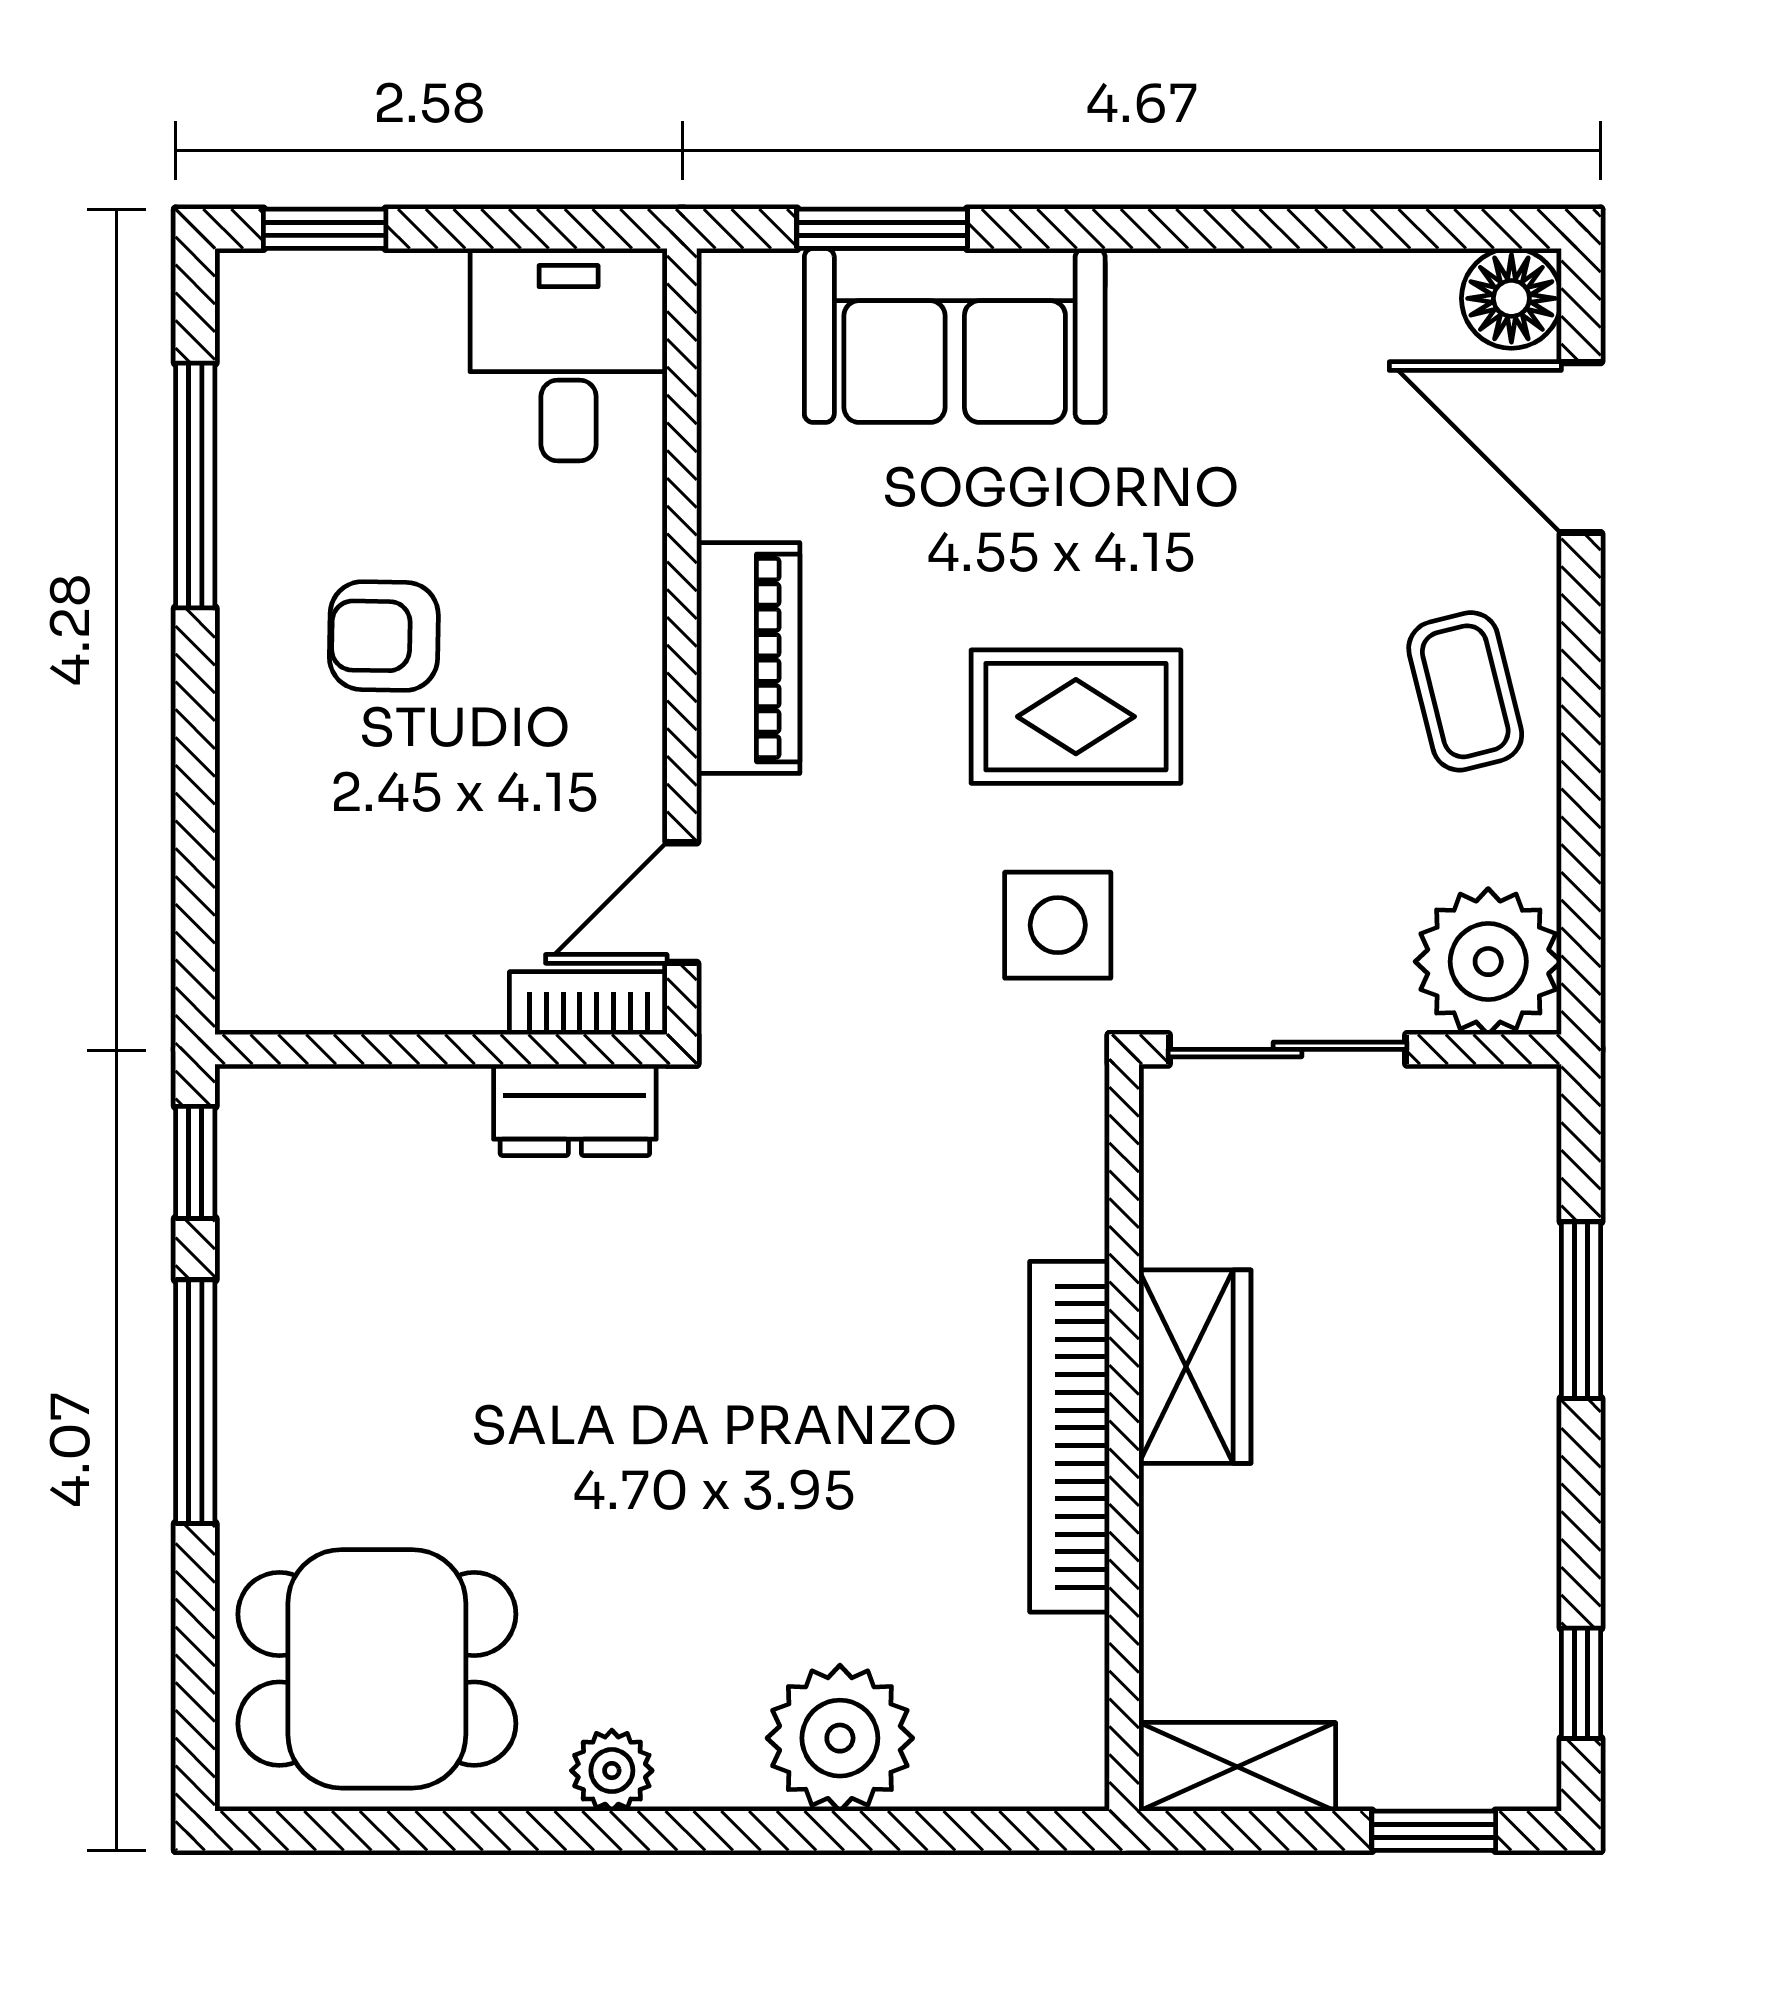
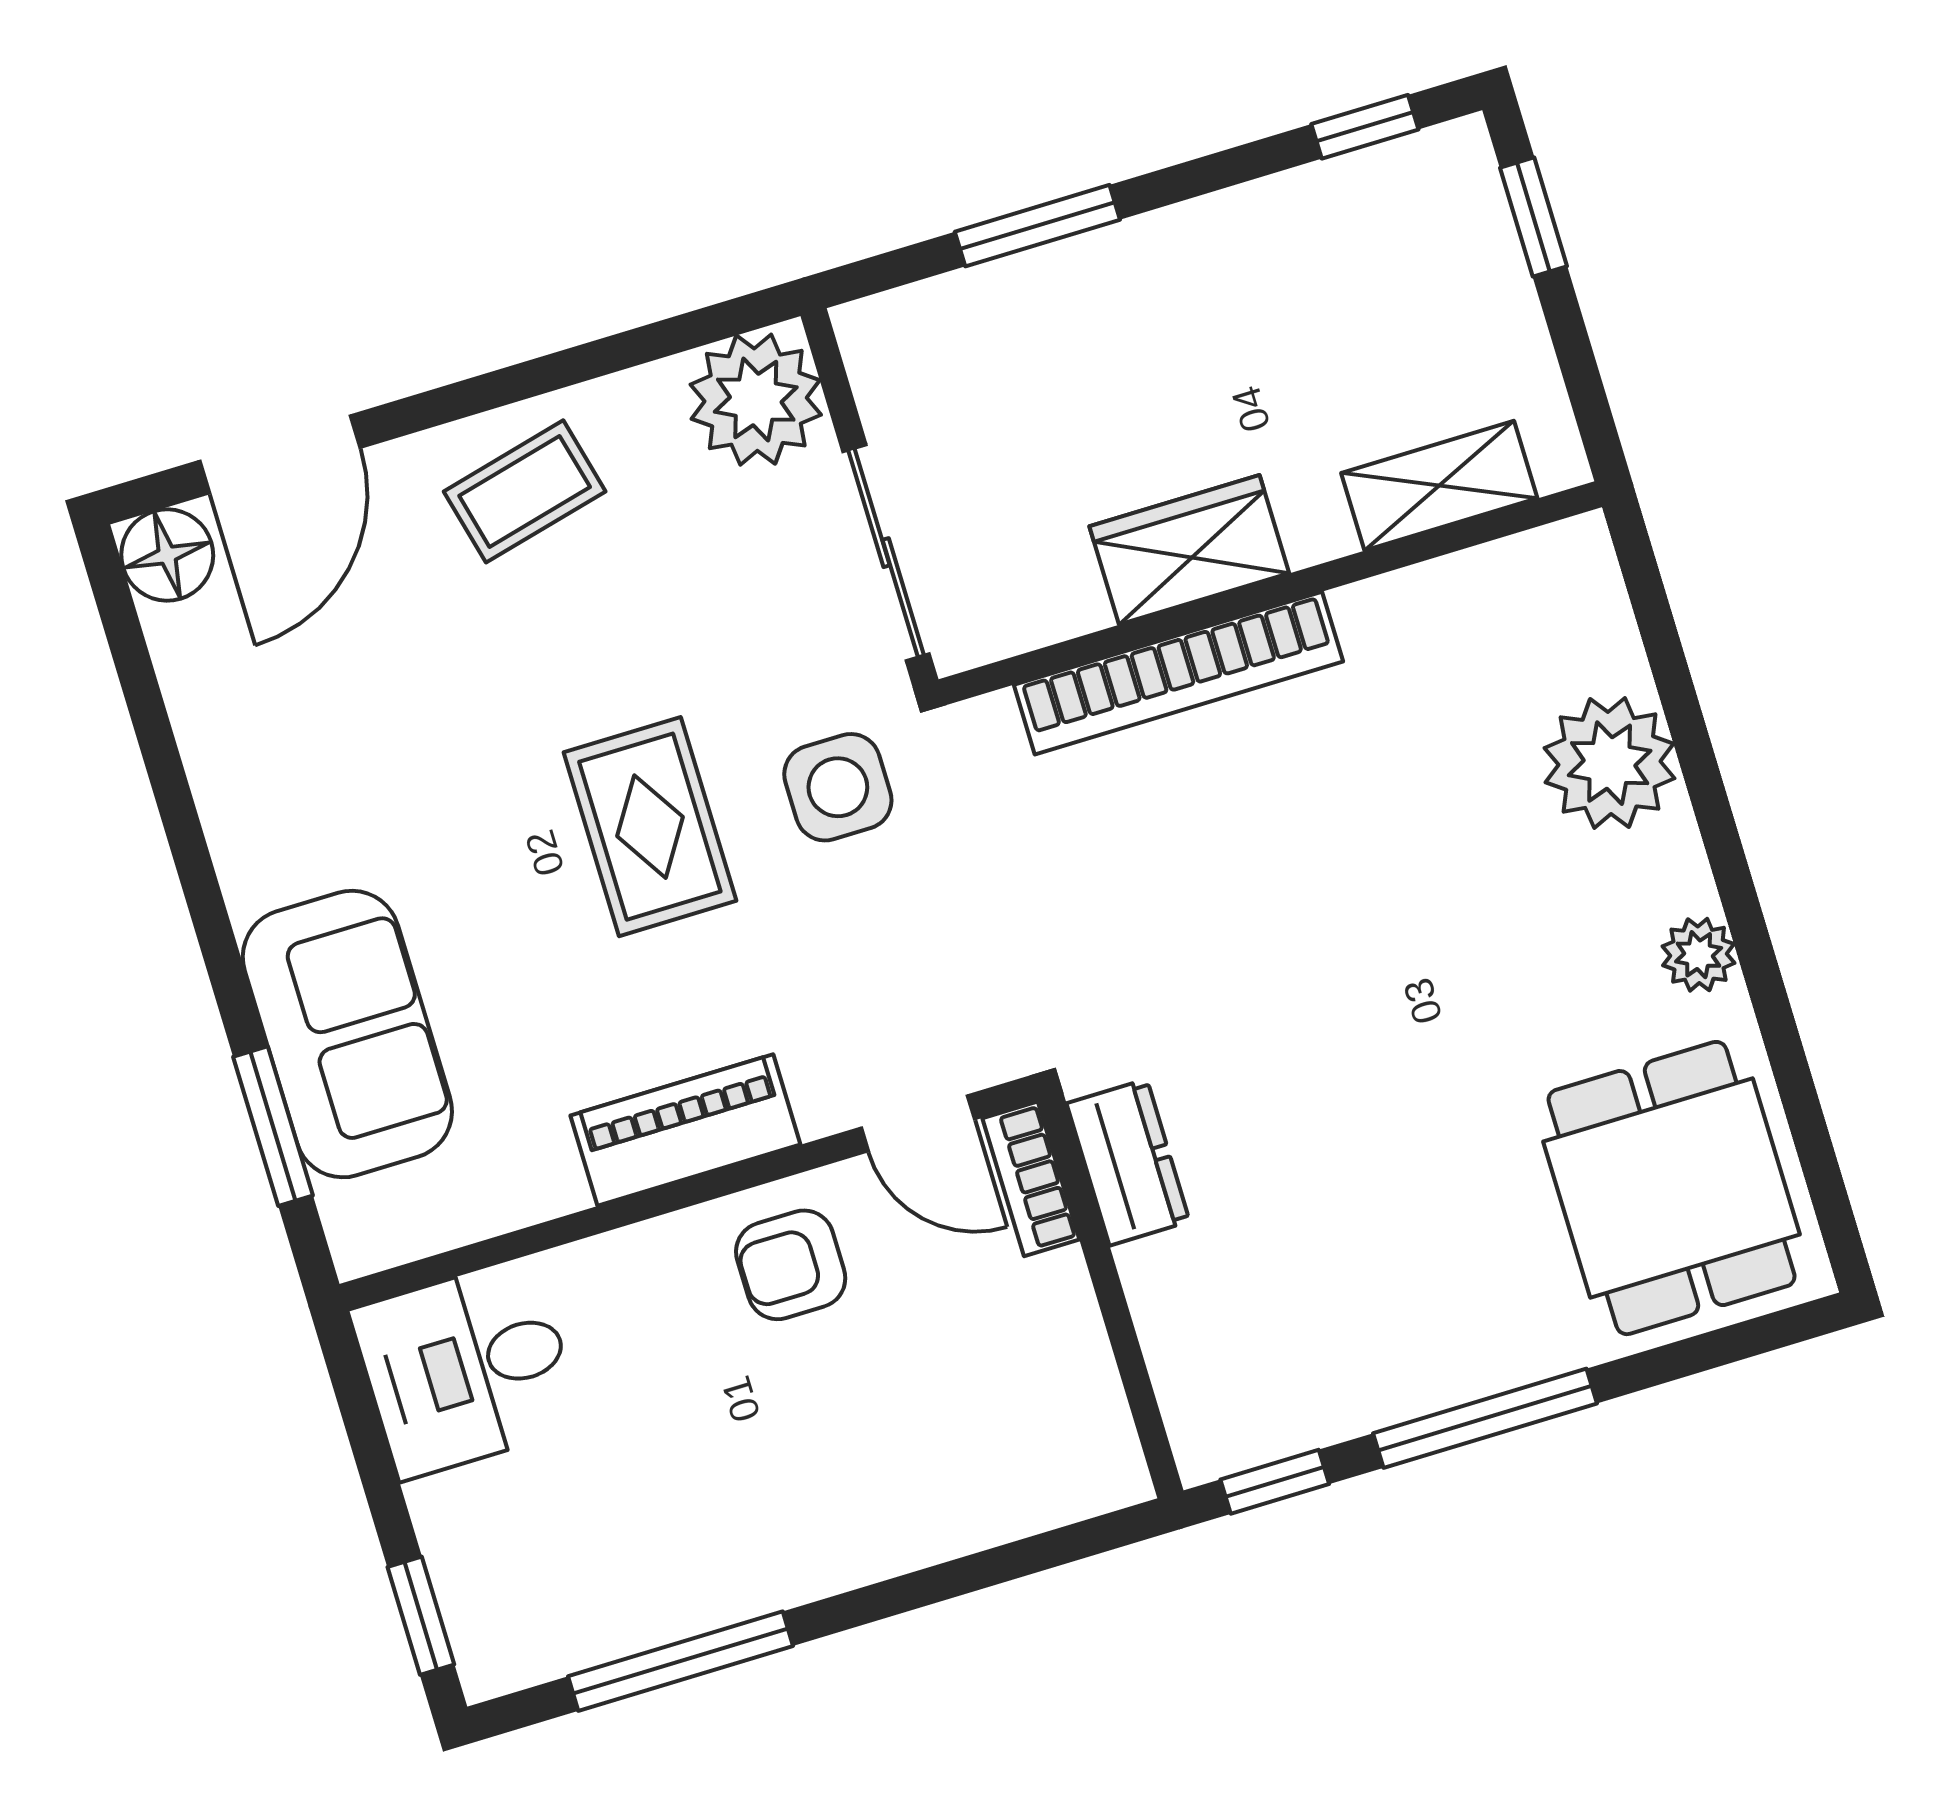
armchair: (384, 636) -> (791, 1265), moved, turned 89
bookcase: (1069, 1437) -> (1178, 673), moved
shelving: (1237, 1767) -> (1439, 486), moved, turned 90

